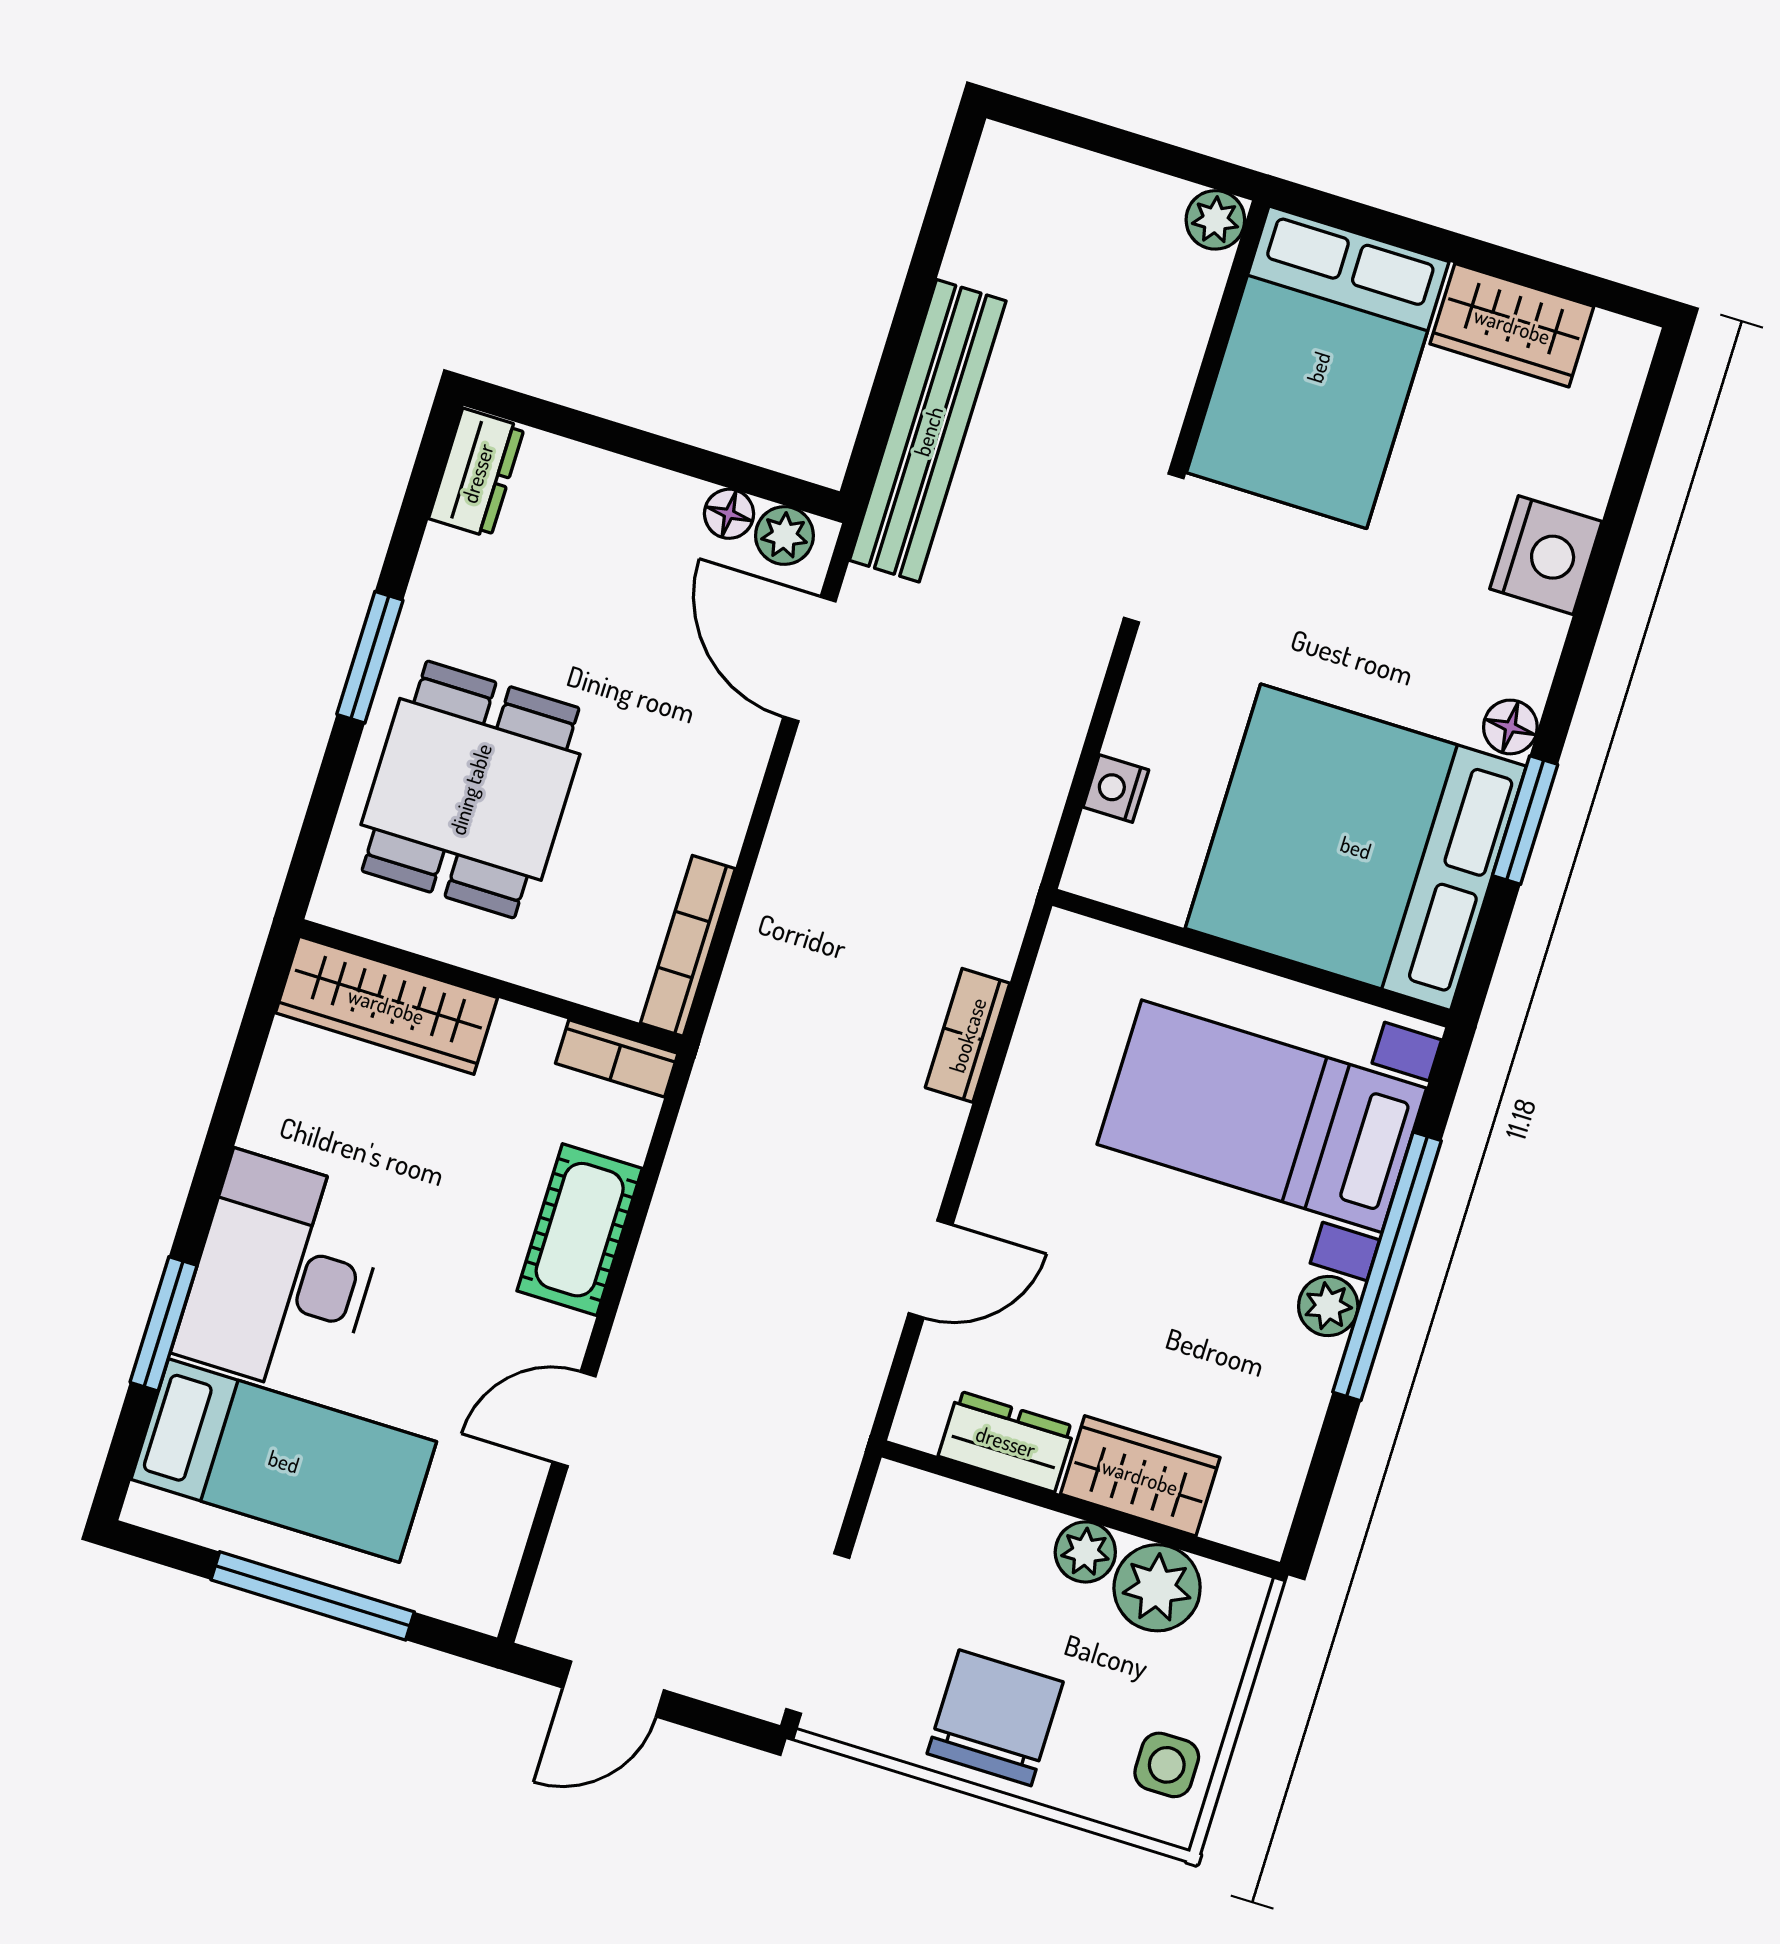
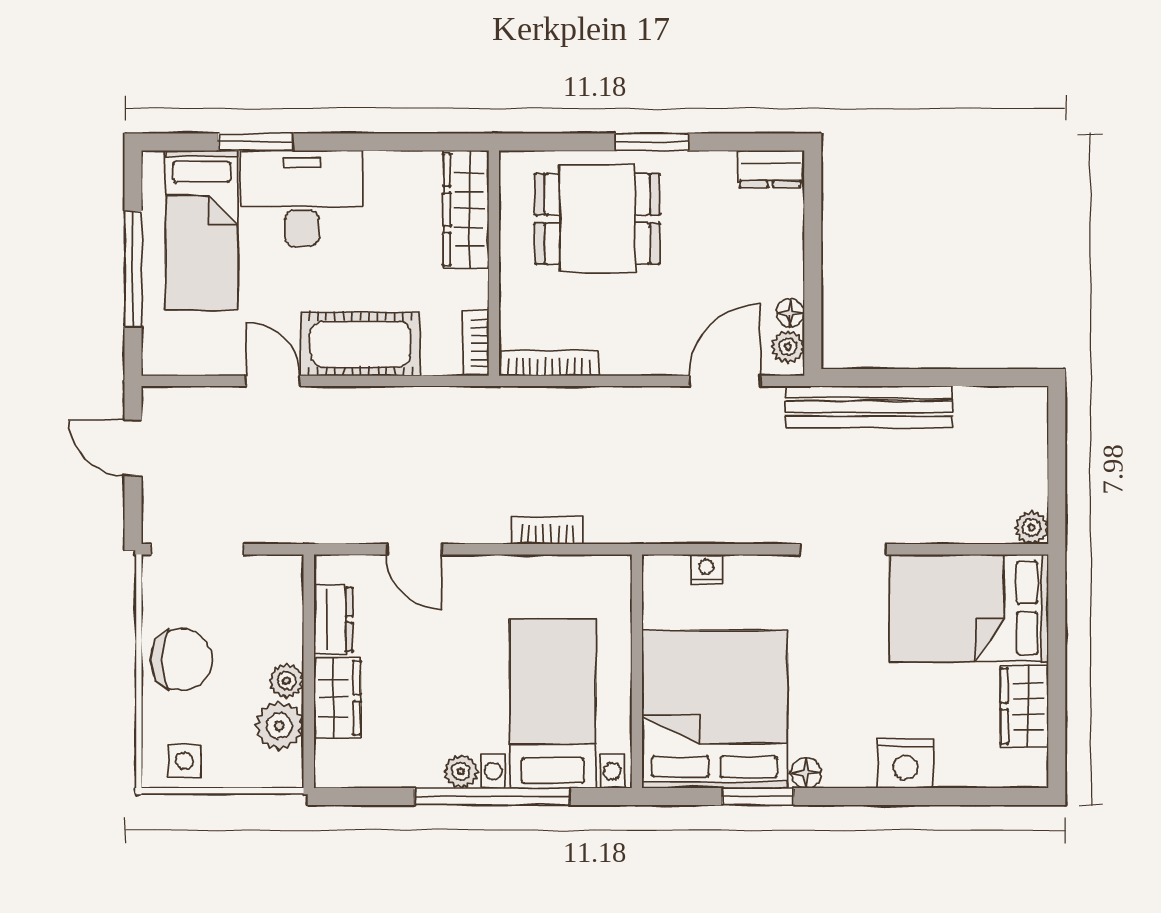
cot: (580, 1230) -> (360, 344), width x1.37, depth x1.34

